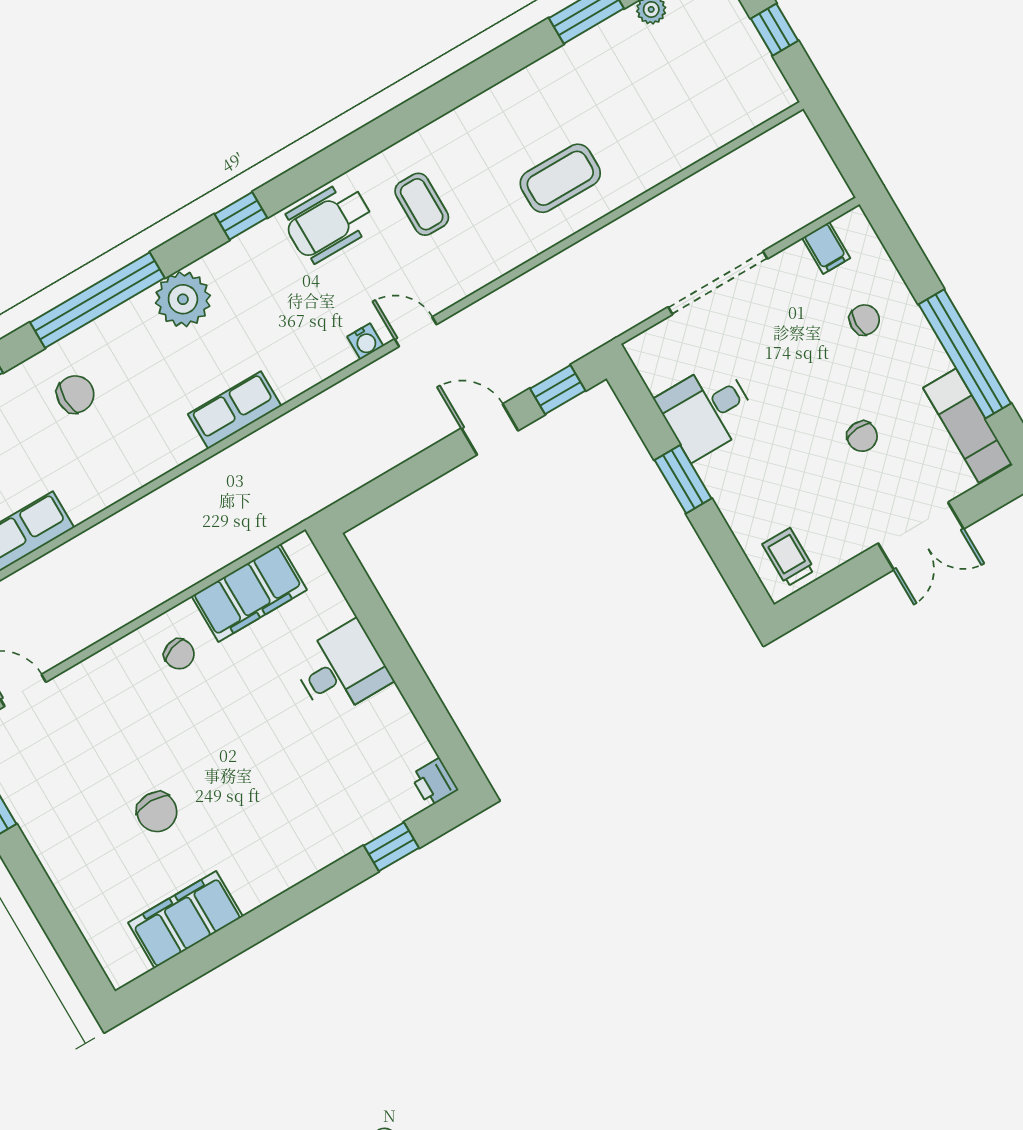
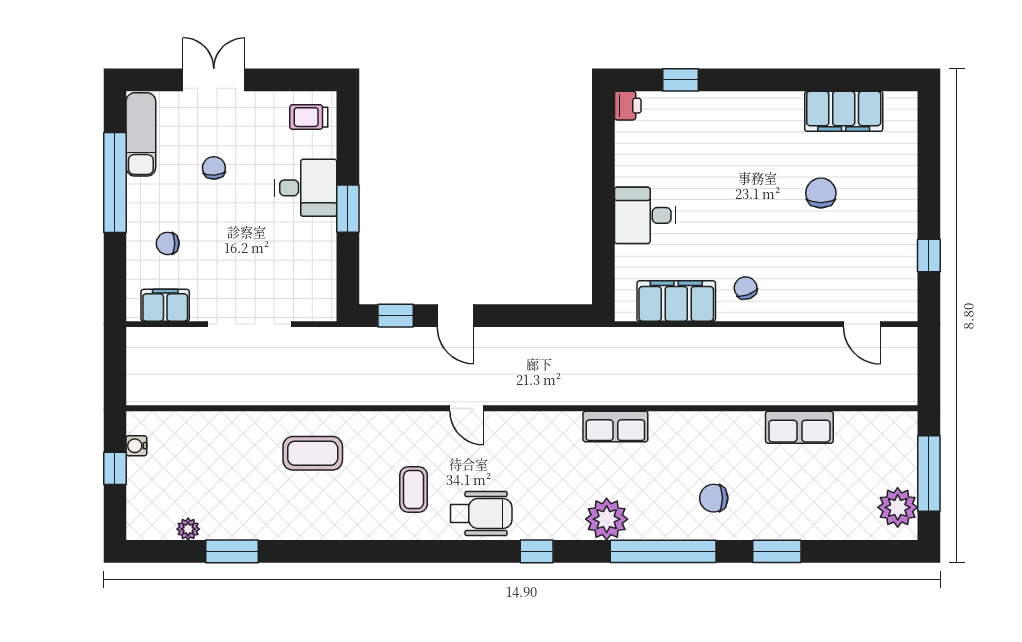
filing cabinet: (826, 248) -> (165, 305), width x2.00
water cooler: (365, 341) -> (136, 446), moved, turned -90
desk: (707, 410) -> (306, 188), moved
trolley: (788, 557) -> (309, 117), turned 90

